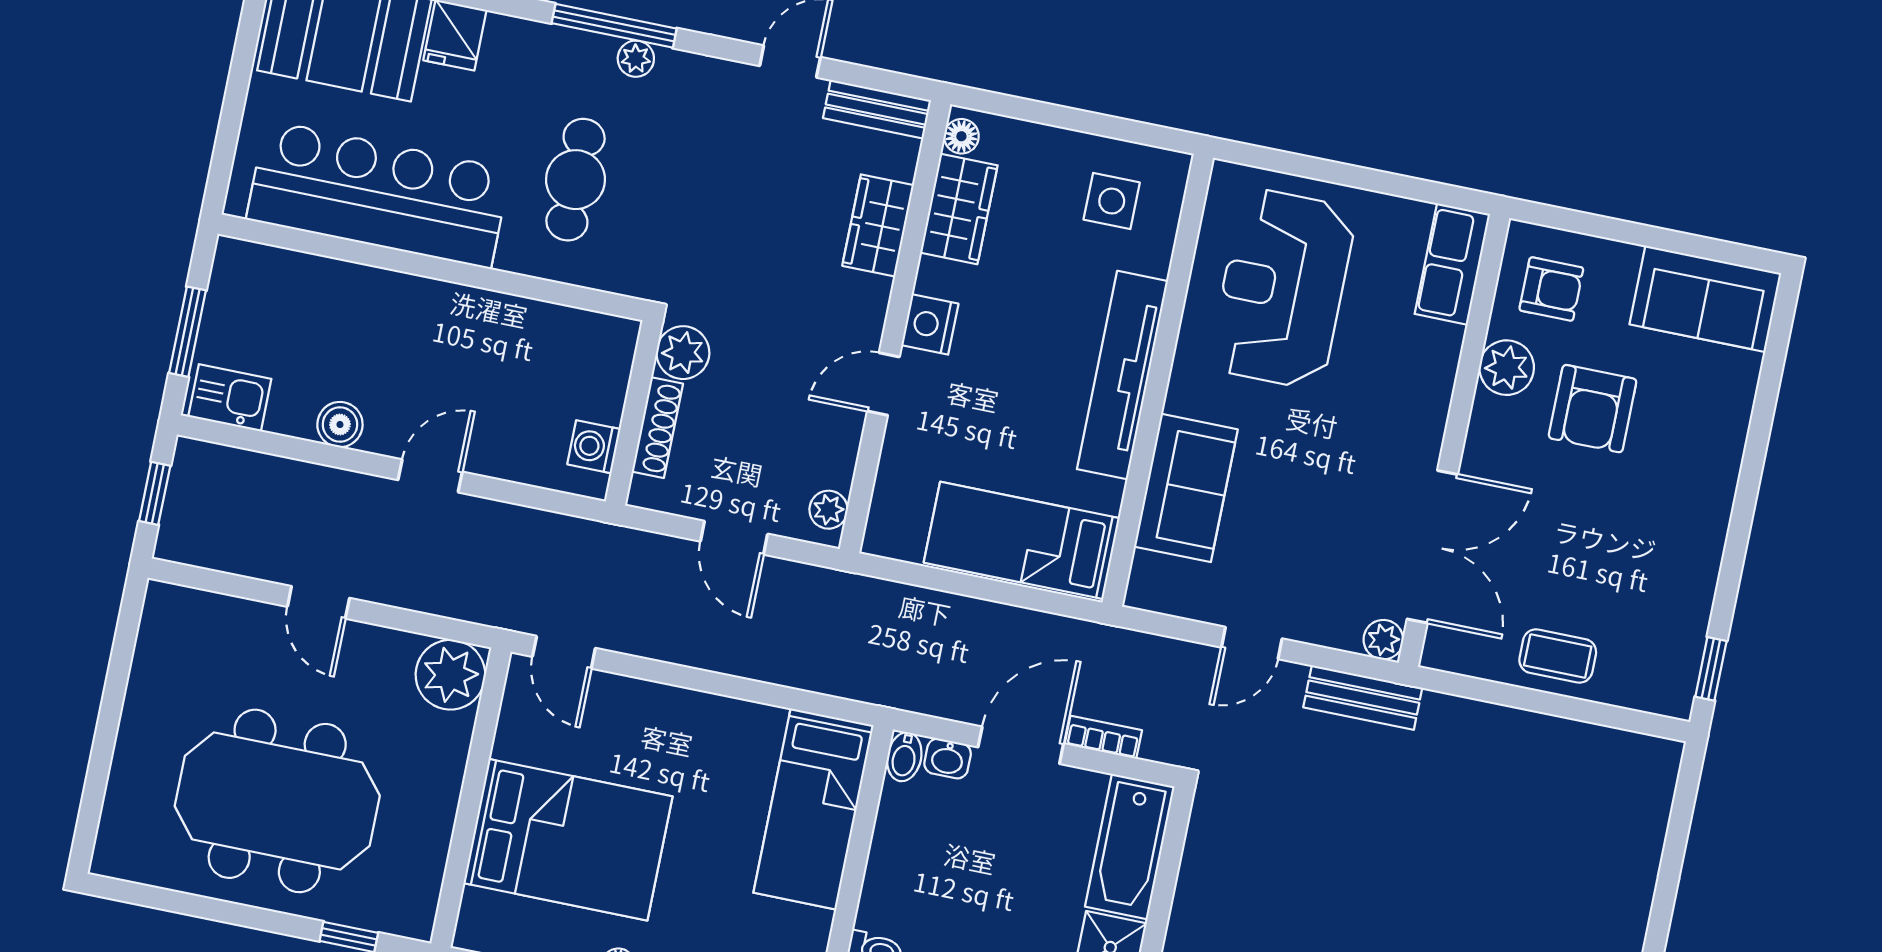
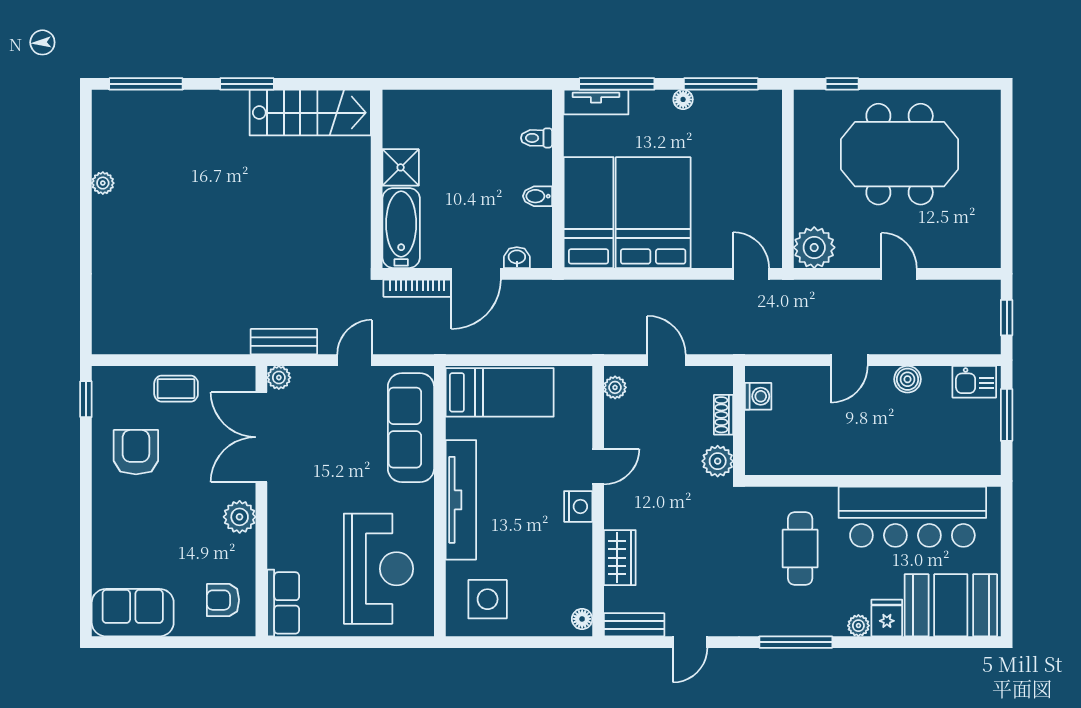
plant: (636, 59) -> (858, 626), moved
side table: (1112, 201) -> (488, 599), width x1.37, depth x1.37
wardrobe: (959, 209) -> (575, 577), removed
plant: (1507, 368) -> (240, 517), moved
armchair: (1593, 409) -> (136, 452), moved
shoe rack: (657, 428) -> (724, 415), width x0.70
sofa: (1186, 488) -> (411, 428), width x1.36
bookcase: (1103, 737) -> (417, 288), width x1.56
bidet: (904, 757) -> (537, 196), moved, turned -90
bed: (568, 840) -> (653, 213), moved, turned 90

